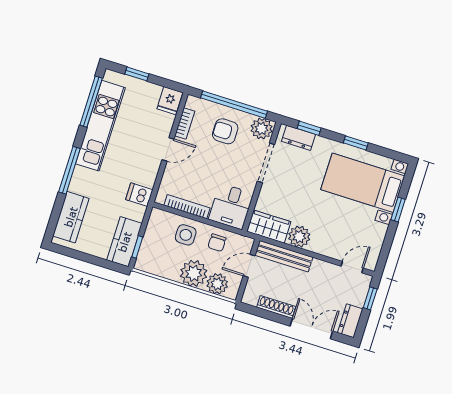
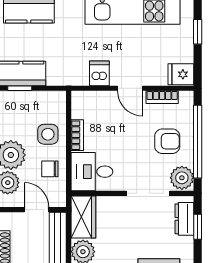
armchair: (225, 131) -> (167, 141), turned 90
dishwasher: (139, 195) -> (99, 73), moved
bookcase: (187, 207) -> (77, 135), width x0.64

